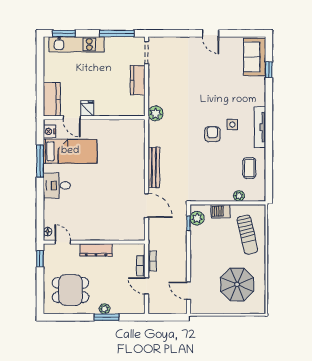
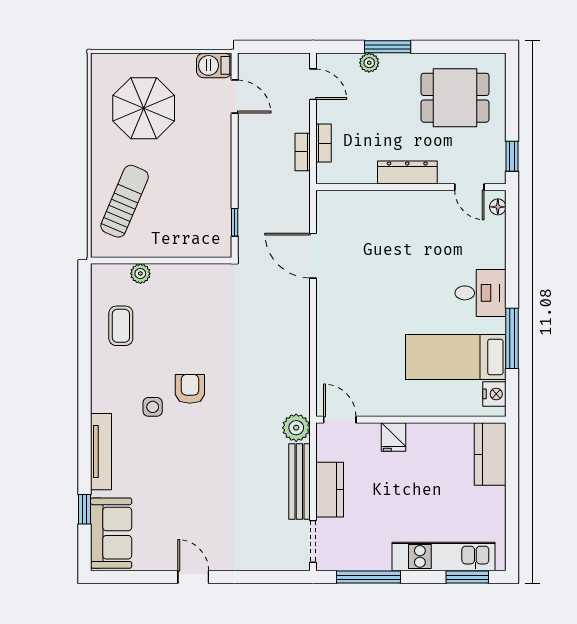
fridge: (87, 108) -> (394, 437), moved
door: (72, 118) -> (340, 420), moved
tv unit: (260, 127) -> (101, 452), moved
armchair: (212, 134) -> (190, 389), turned 180
bench: (154, 167) -> (299, 481), moved
barbecue: (220, 211) -> (214, 65), moved, turned 180
plant: (197, 218) -> (219, 232), removed
sun lounger: (247, 235) -> (125, 201), turned 36
door: (147, 286) -> (313, 84), moved
plant: (105, 309) -> (369, 63), moved

